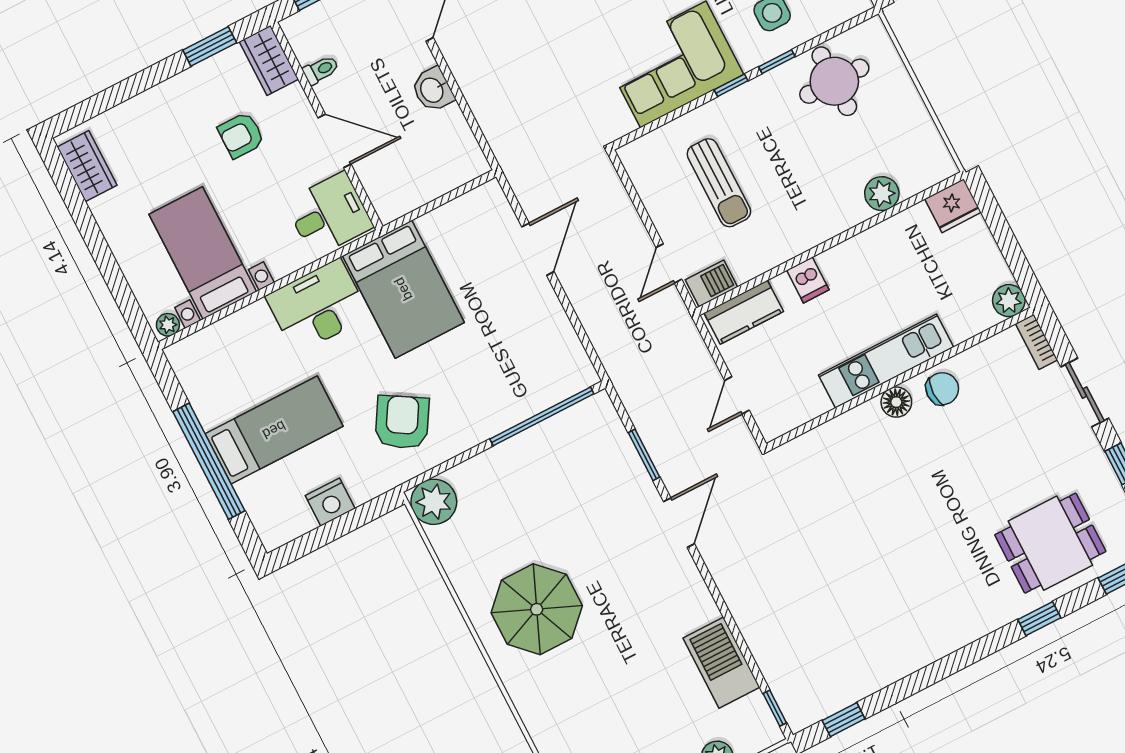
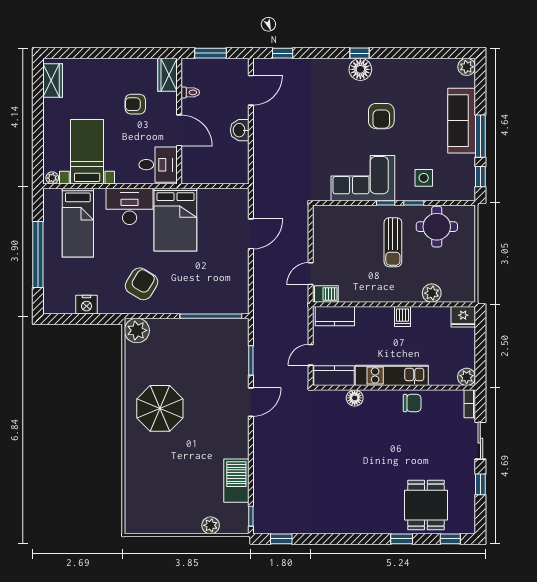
window: (210, 46) -> (142, 53), removed
sun lounger: (719, 183) -> (393, 242), moved
dishwasher: (808, 280) -> (403, 317), moved
floor lamp: (896, 402) -> (355, 398), moved
kitchen counter: (792, 410) -> (334, 376), added
bed: (274, 430) -> (78, 223), moved, turned 90
dining table: (1050, 543) -> (426, 505), turned 90

